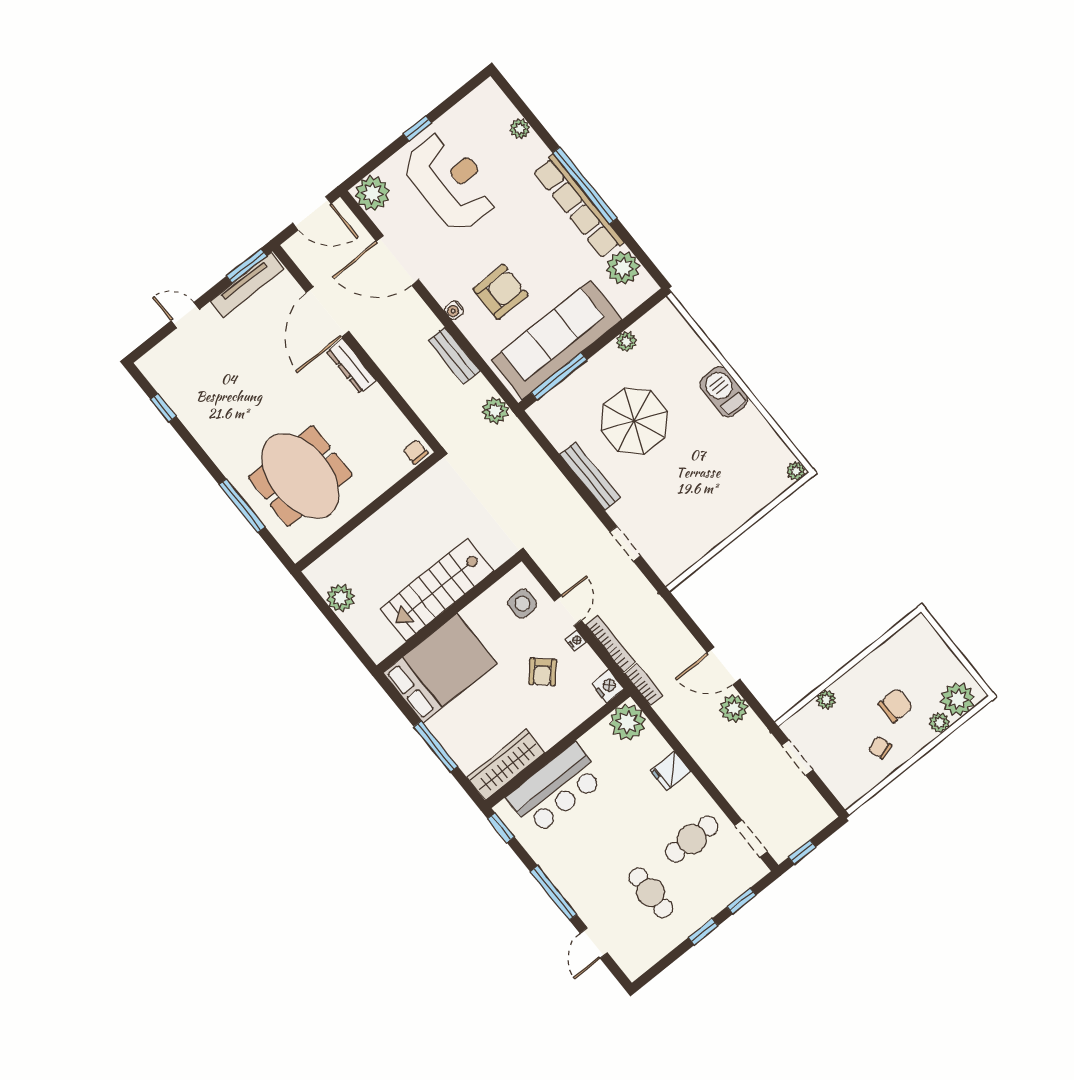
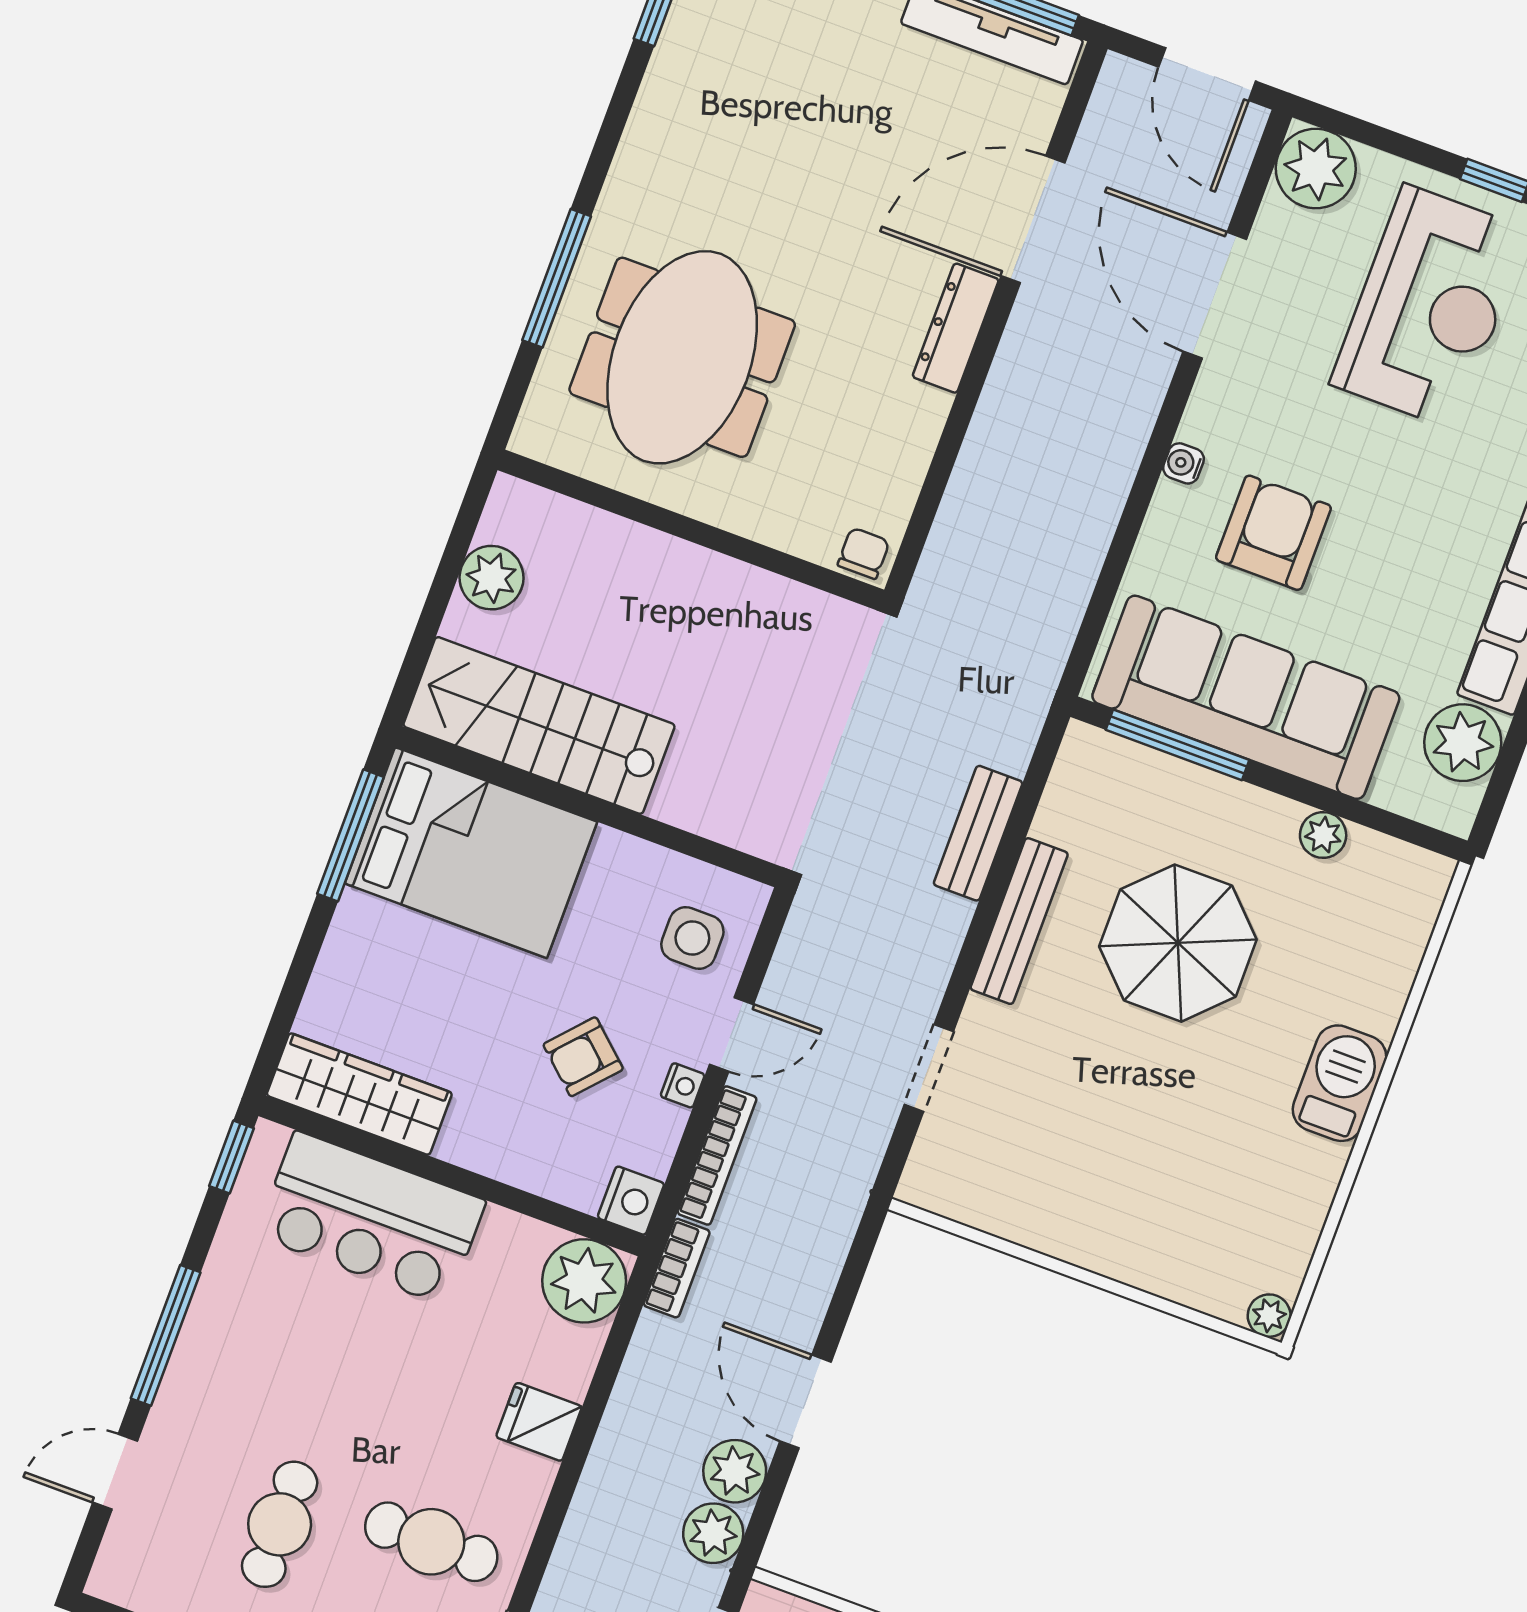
armchair: (501, 292) -> (1273, 533), turned -90
bench: (454, 356) -> (978, 833), moved
plant: (495, 411) -> (713, 1533), moved
stairs: (437, 590) -> (539, 725), moved
window: (436, 747) -> (351, 835), moved

